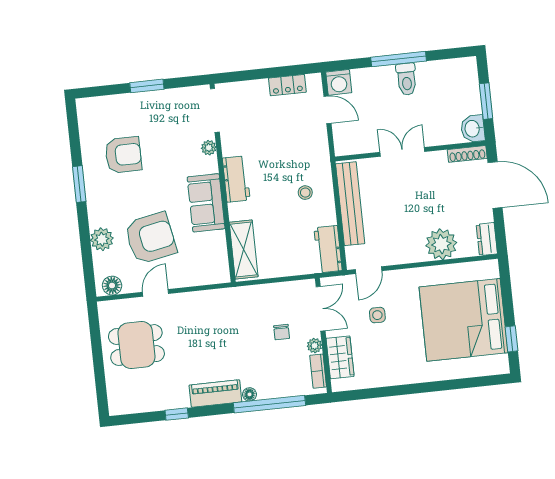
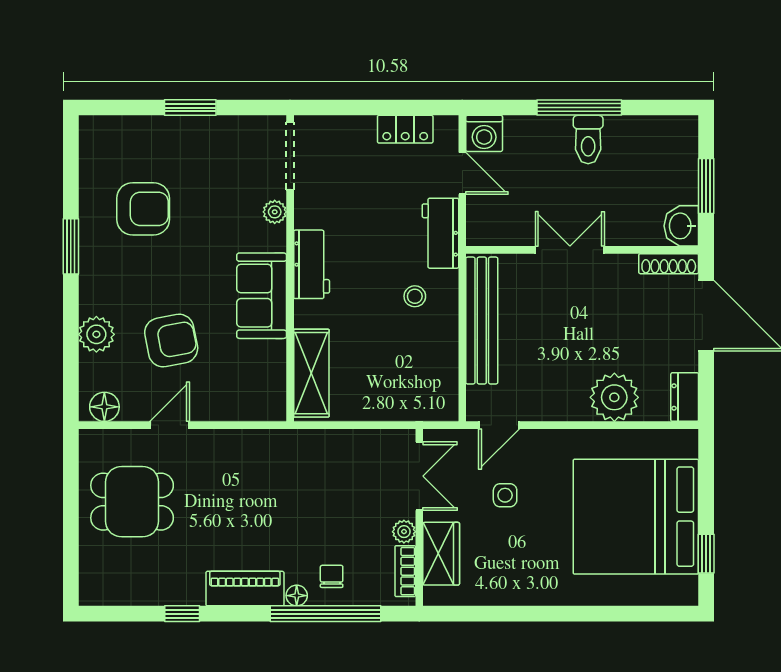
armchair: (151, 238) -> (171, 341), width x0.73, depth x0.73
workbench: (328, 249) -> (440, 233), moved
chair: (282, 332) -> (332, 576), moved, turned 180

